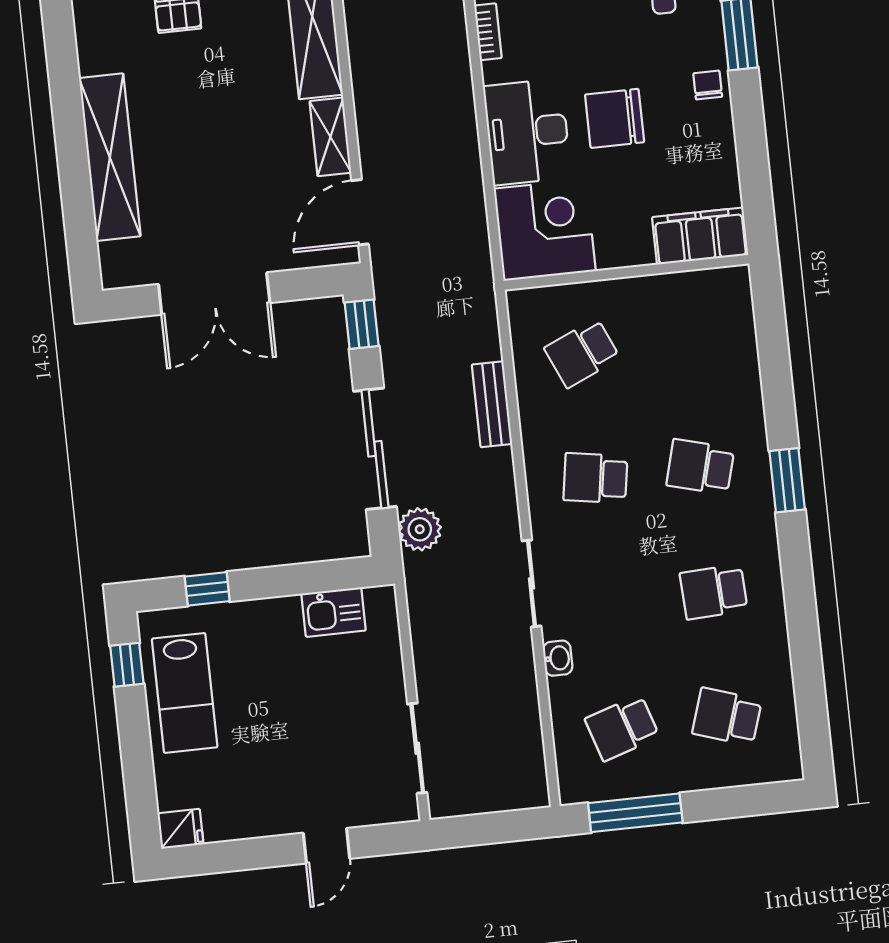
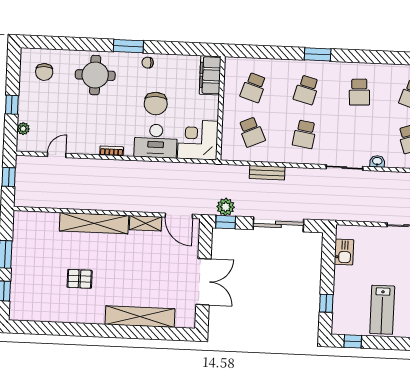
school desk: (687, 342) -> (253, 87), added
plant: (420, 529) -> (226, 207), moved
lab bench: (185, 693) -> (382, 310), moved, turned 90

